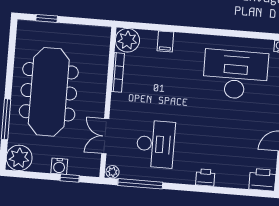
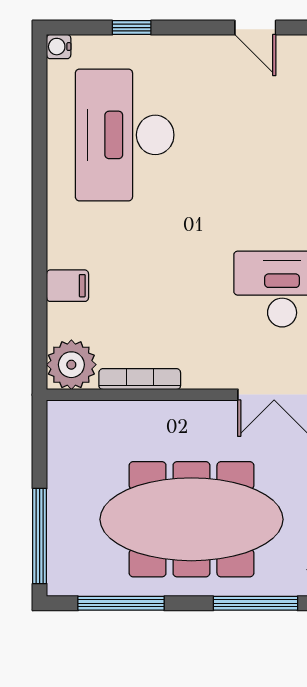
window: (47, 18) -> (40, 536), width x2.17
window: (11, 55) -> (121, 603), added

